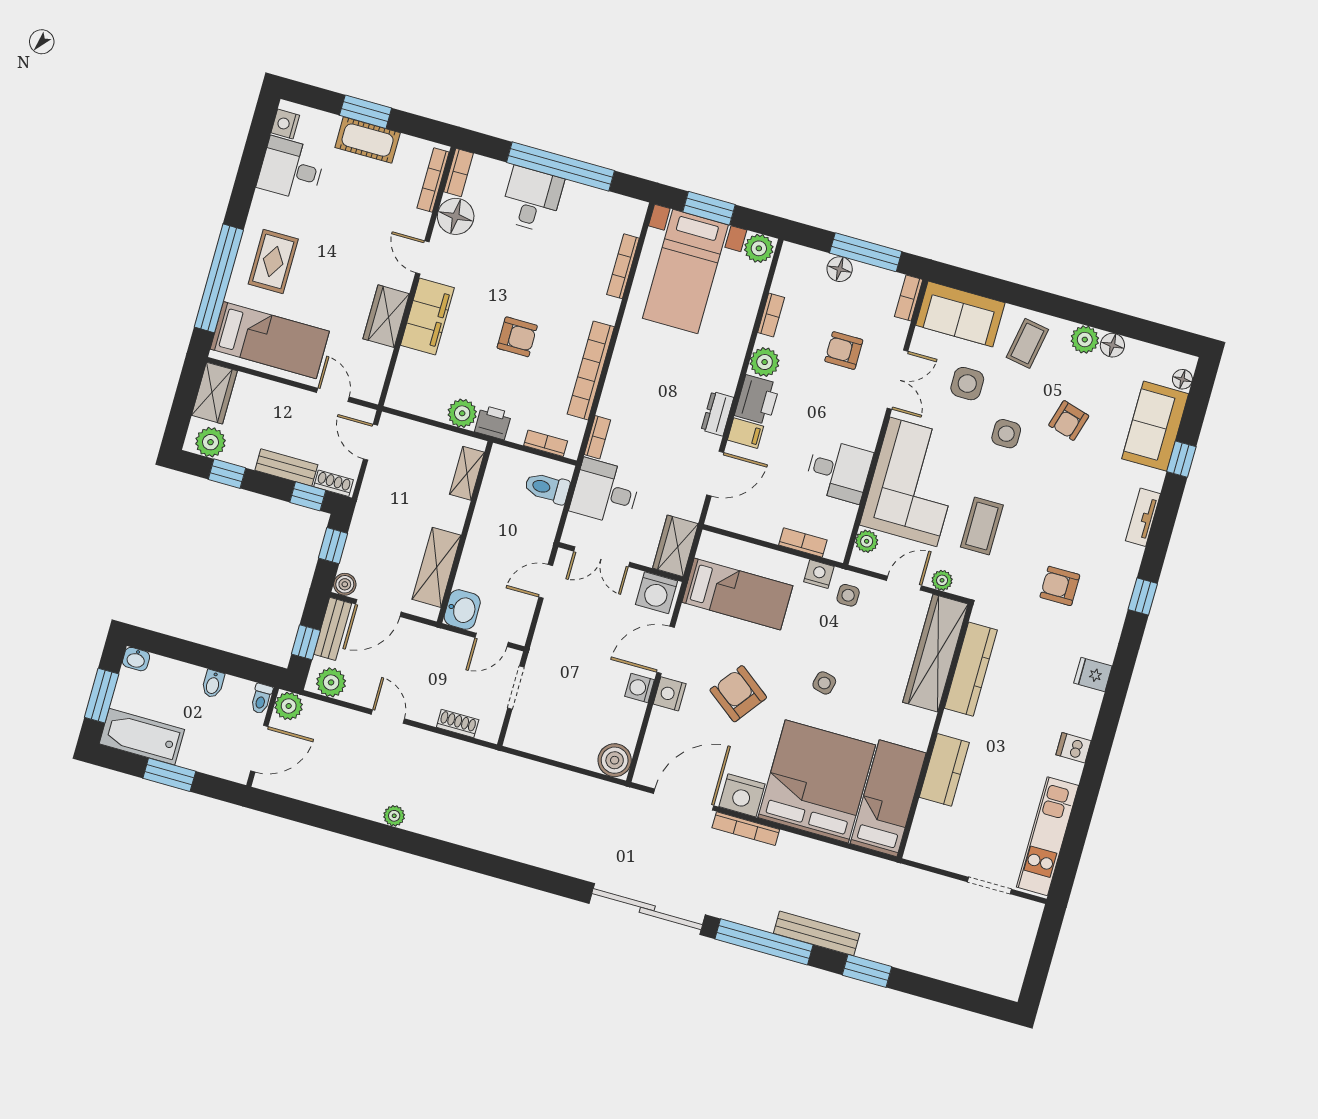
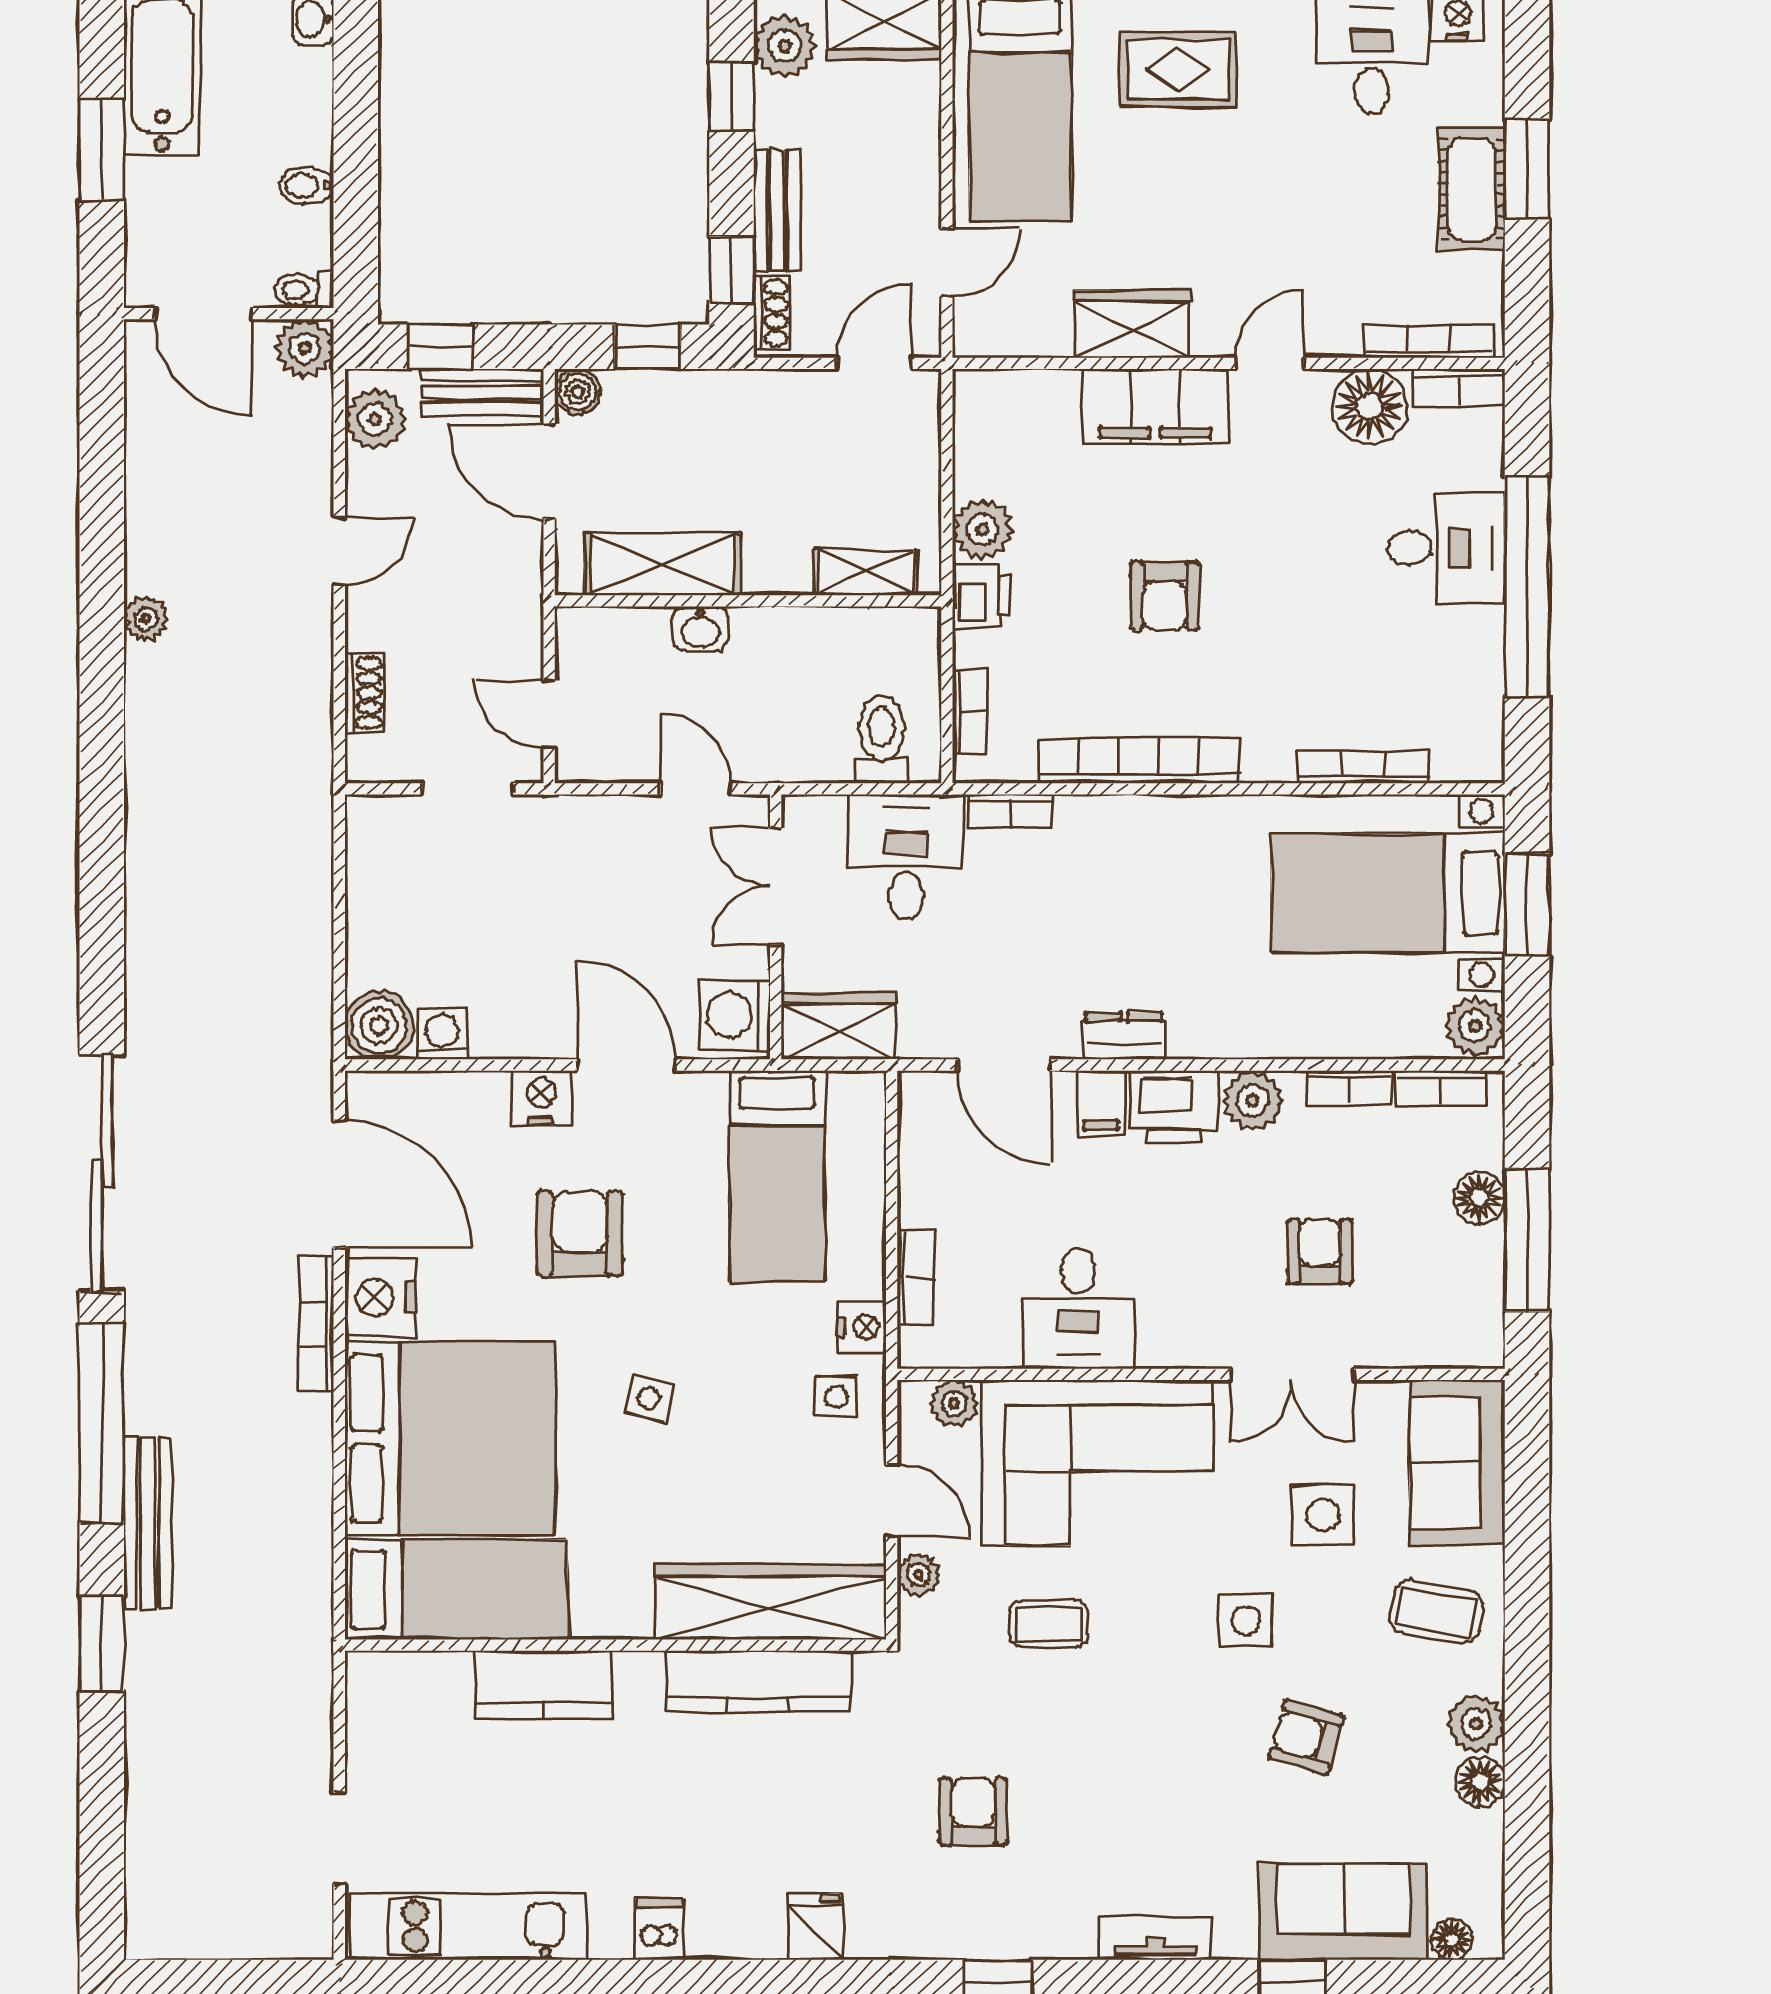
bookcase: (909, 298) -> (1441, 1088), moved, turned 180
coffee table: (982, 526) -> (1049, 1623), width x0.73, depth x0.77
washbasin: (462, 610) -> (701, 629), moved, width x0.72, depth x0.69
washing machine: (640, 688) -> (442, 1035), moved
armchair: (738, 694) -> (580, 1234), turned -37

